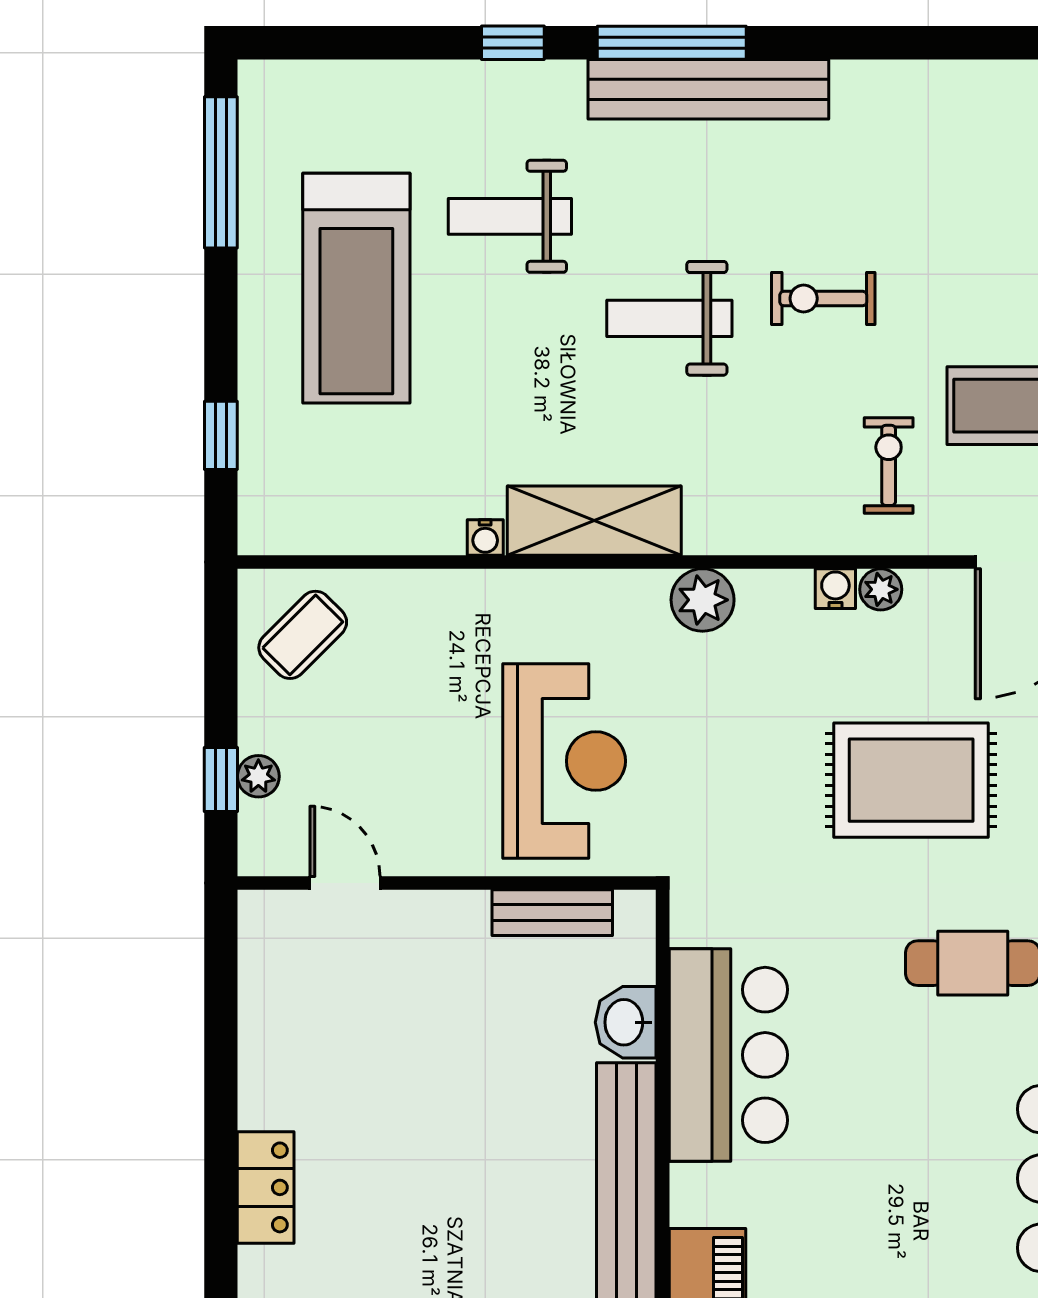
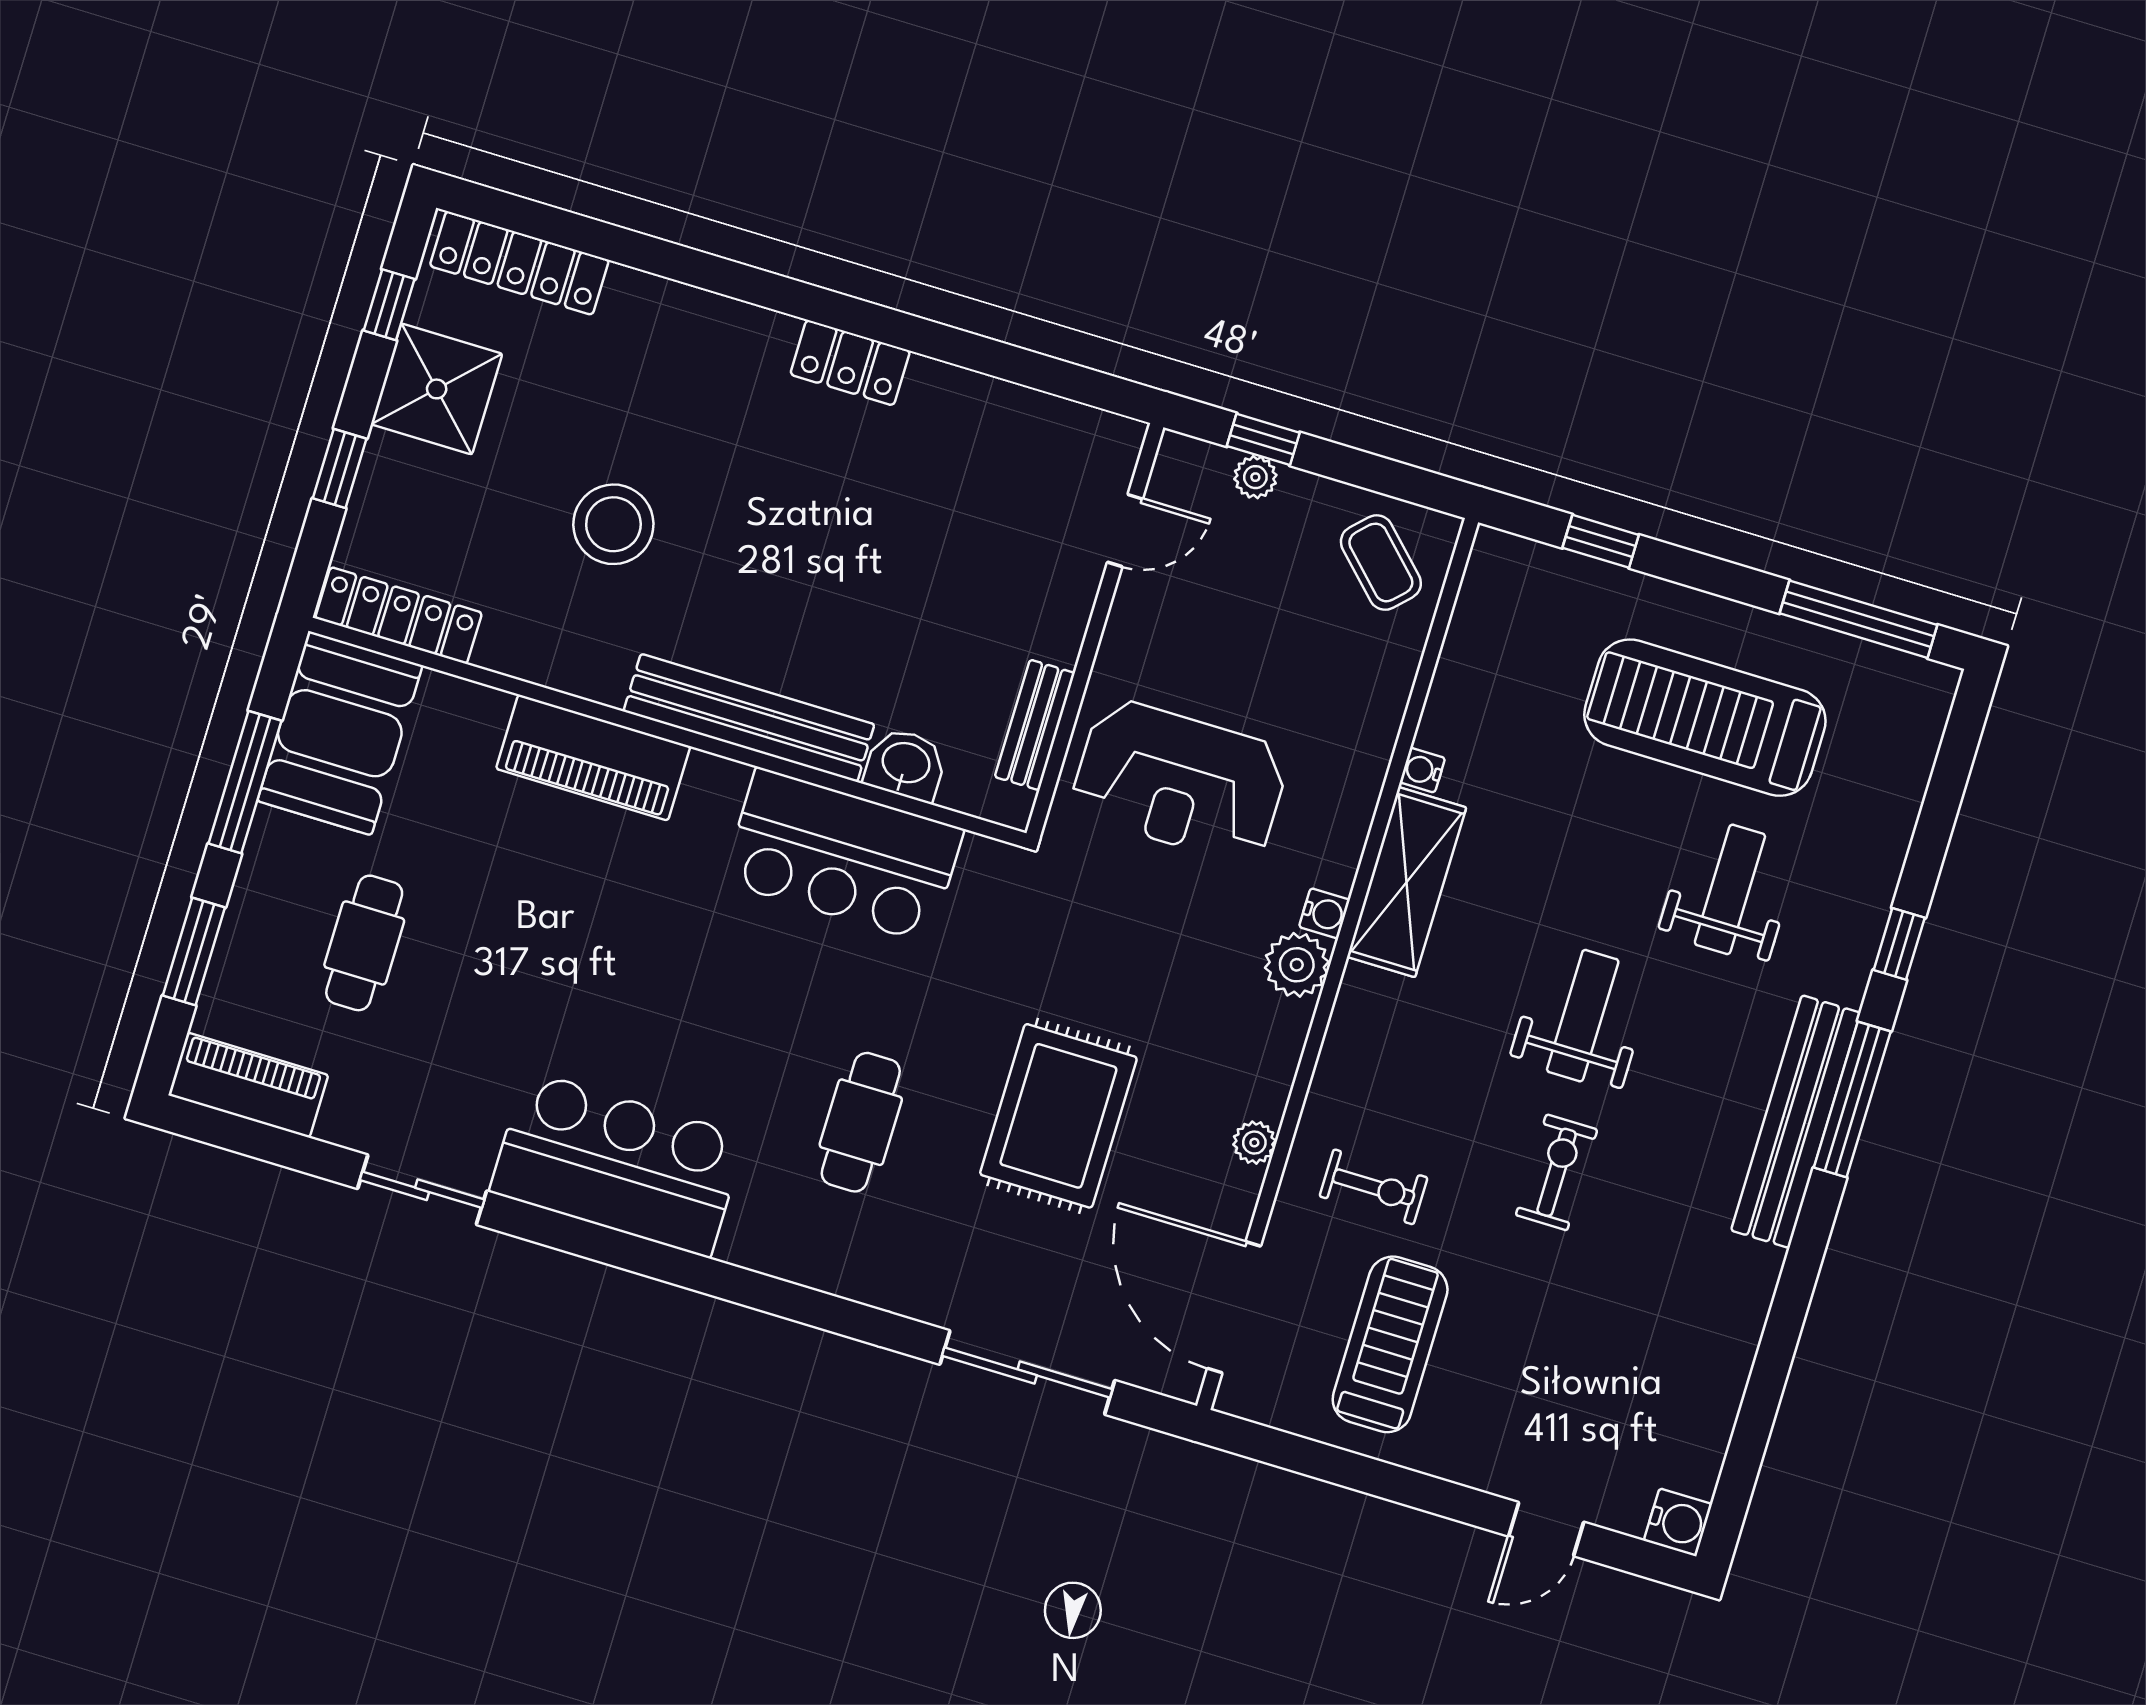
water cooler: (835, 589) -> (1324, 913), moved

